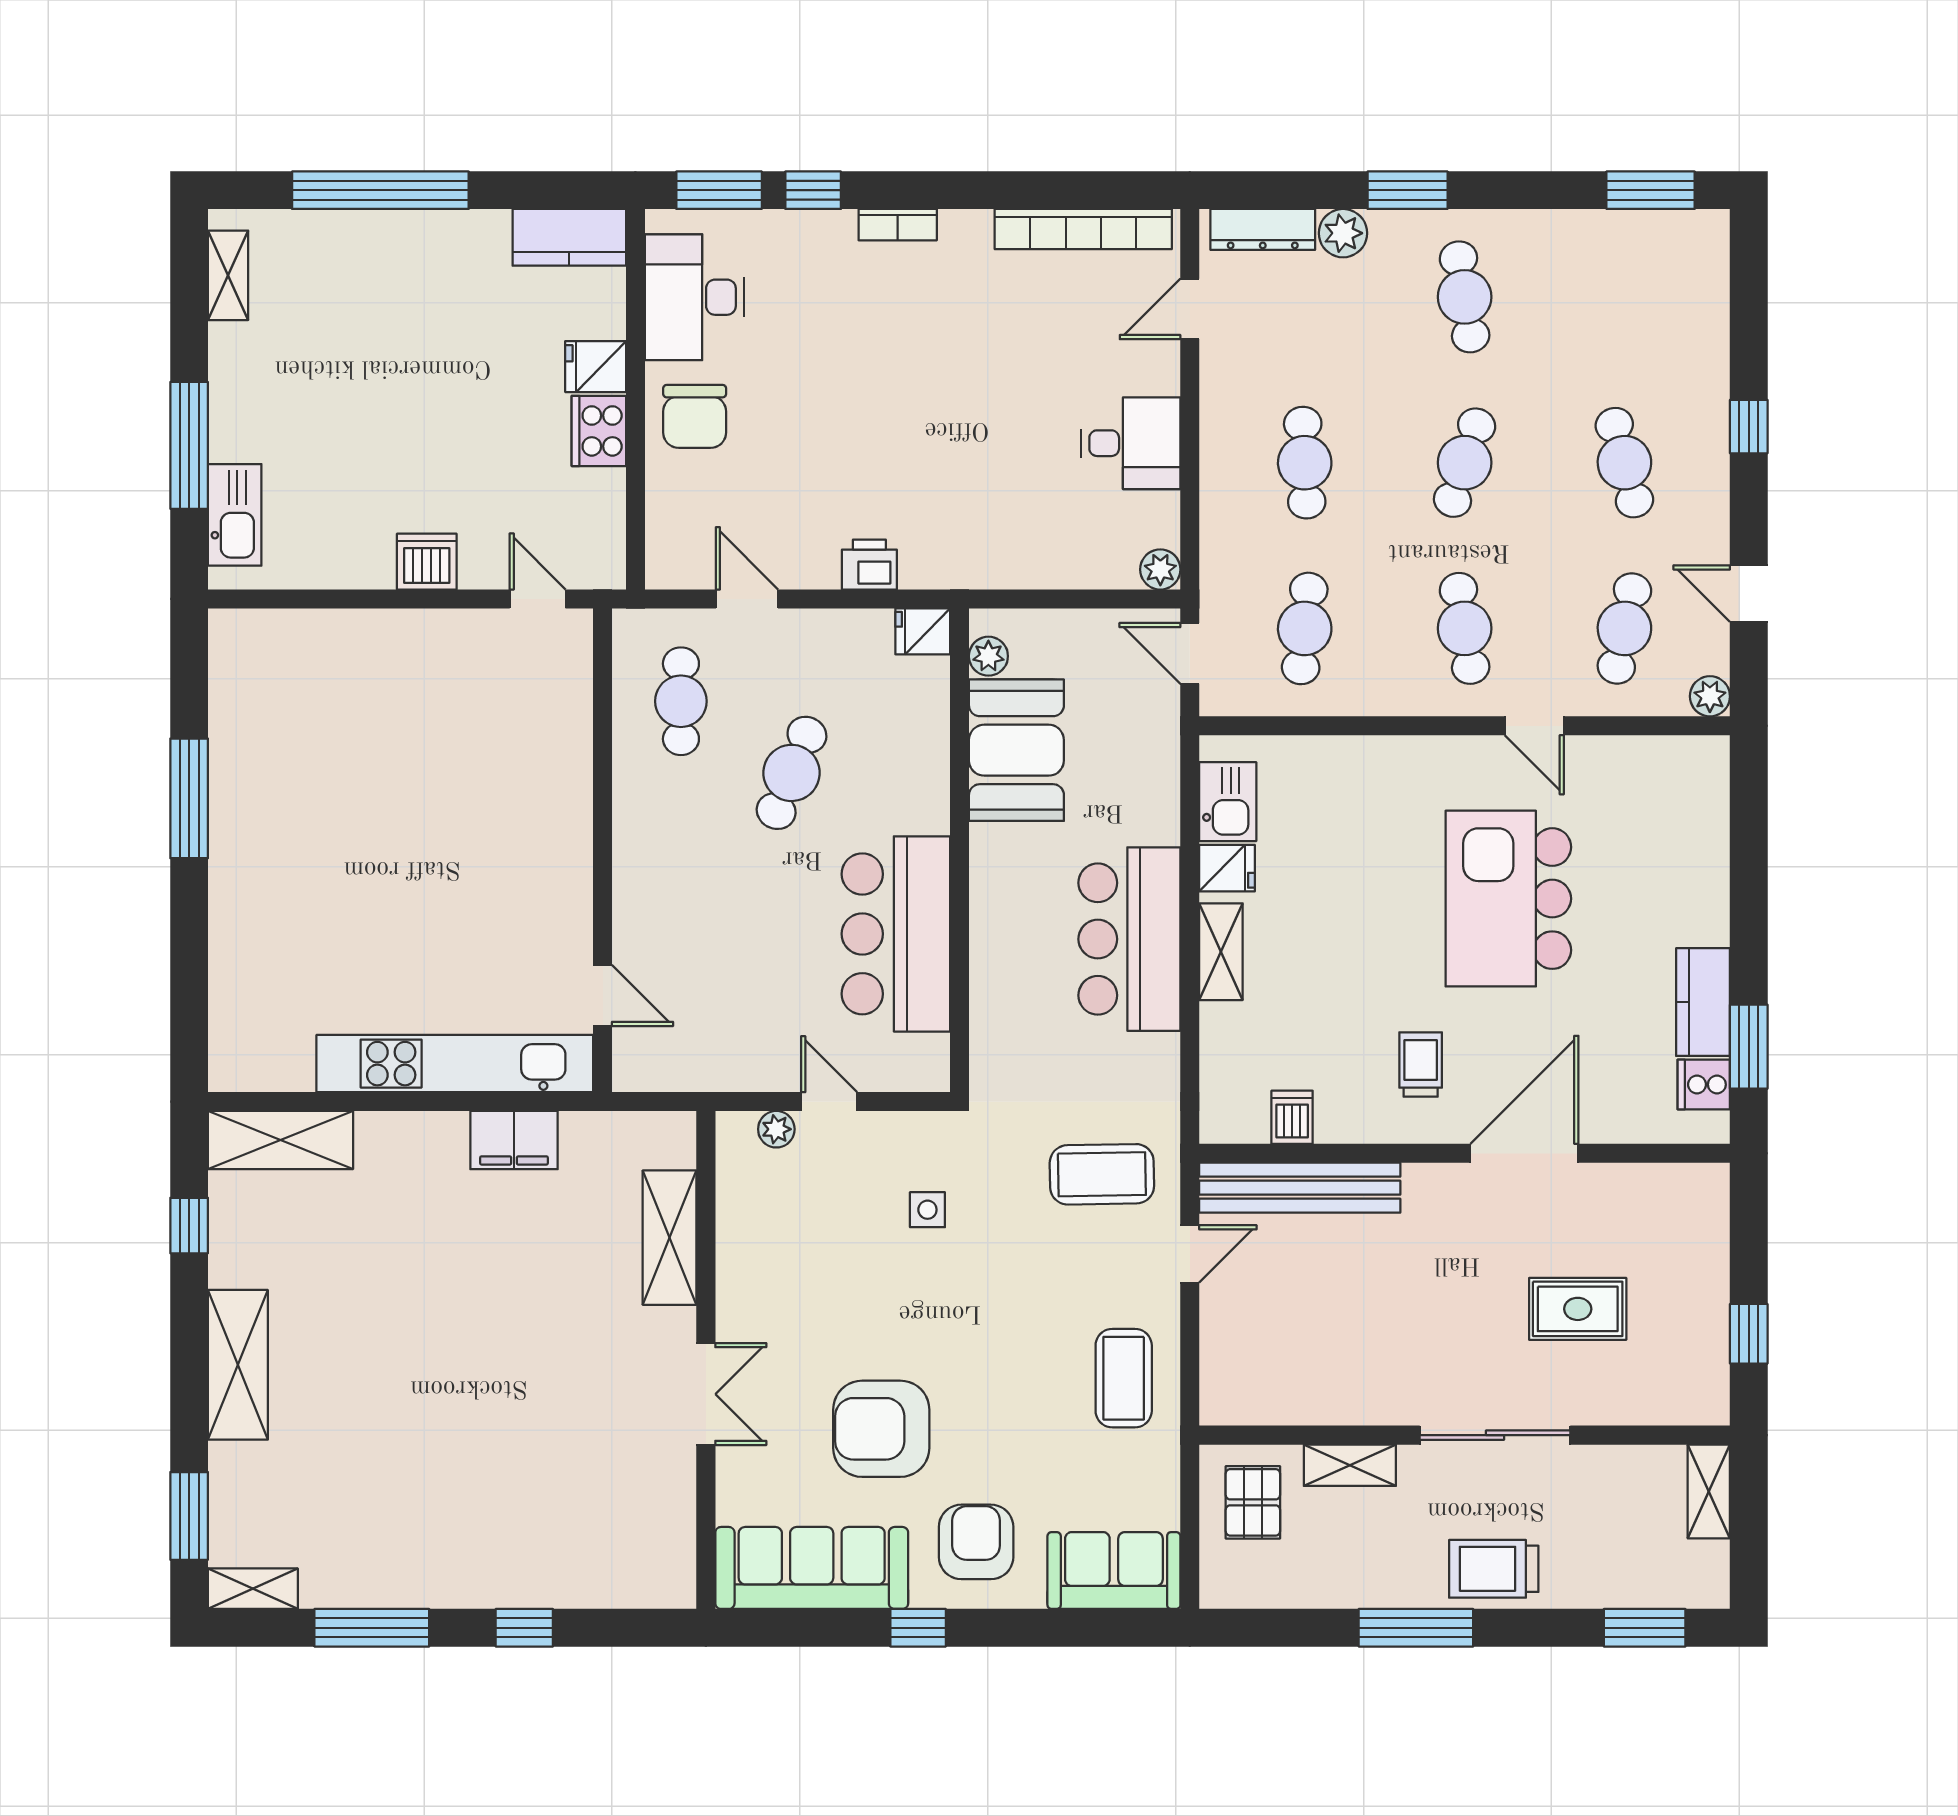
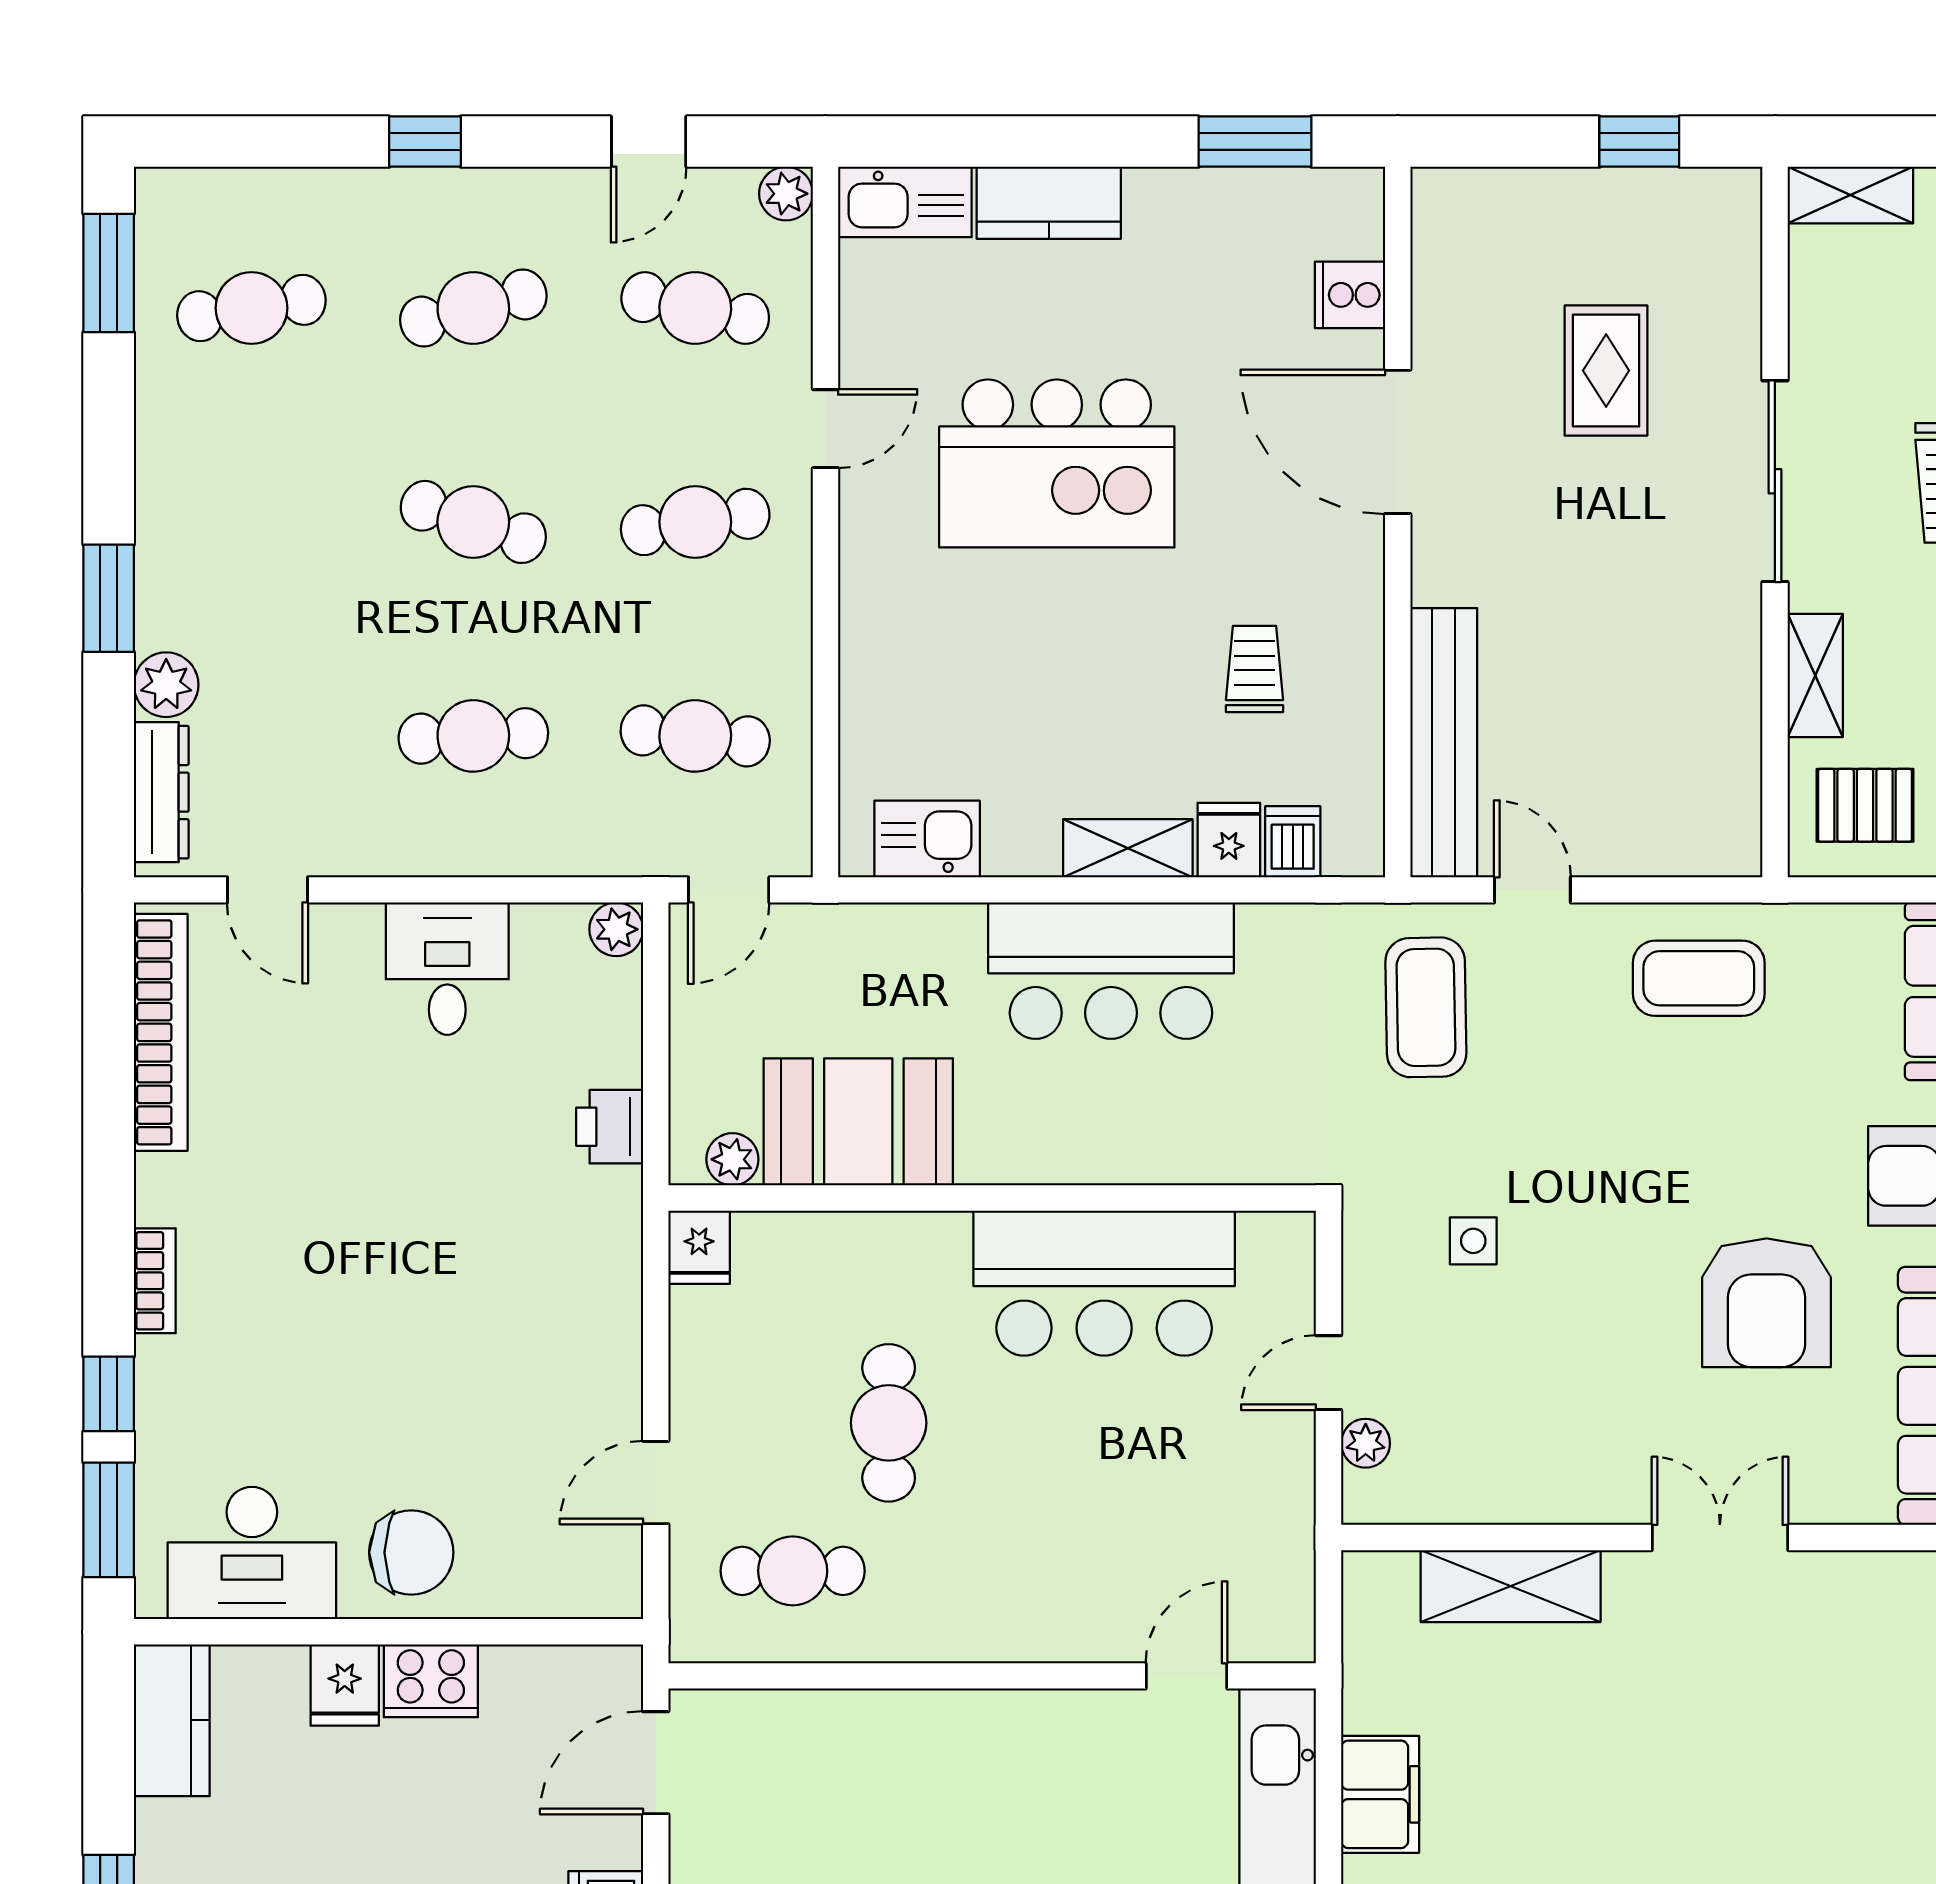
cafe table: (1465, 297) -> (251, 308), moved
printer: (869, 565) -> (610, 1127), moved
door: (538, 599) -> (656, 1763), width x1.38
cafe table: (792, 773) -> (889, 1423), turned 68
kitchen sink: (1704, 785) -> (905, 202), added
fridge: (1227, 868) -> (1229, 840), moved
kitchen counter: (1703, 1002) -> (1049, 203), moved
trolley: (1421, 1065) -> (1254, 669), moved, turned 90
cooker: (1704, 1085) -> (1350, 295), moved, turned 90
dishwasher: (1292, 1117) -> (1293, 842), moved, turned 90

